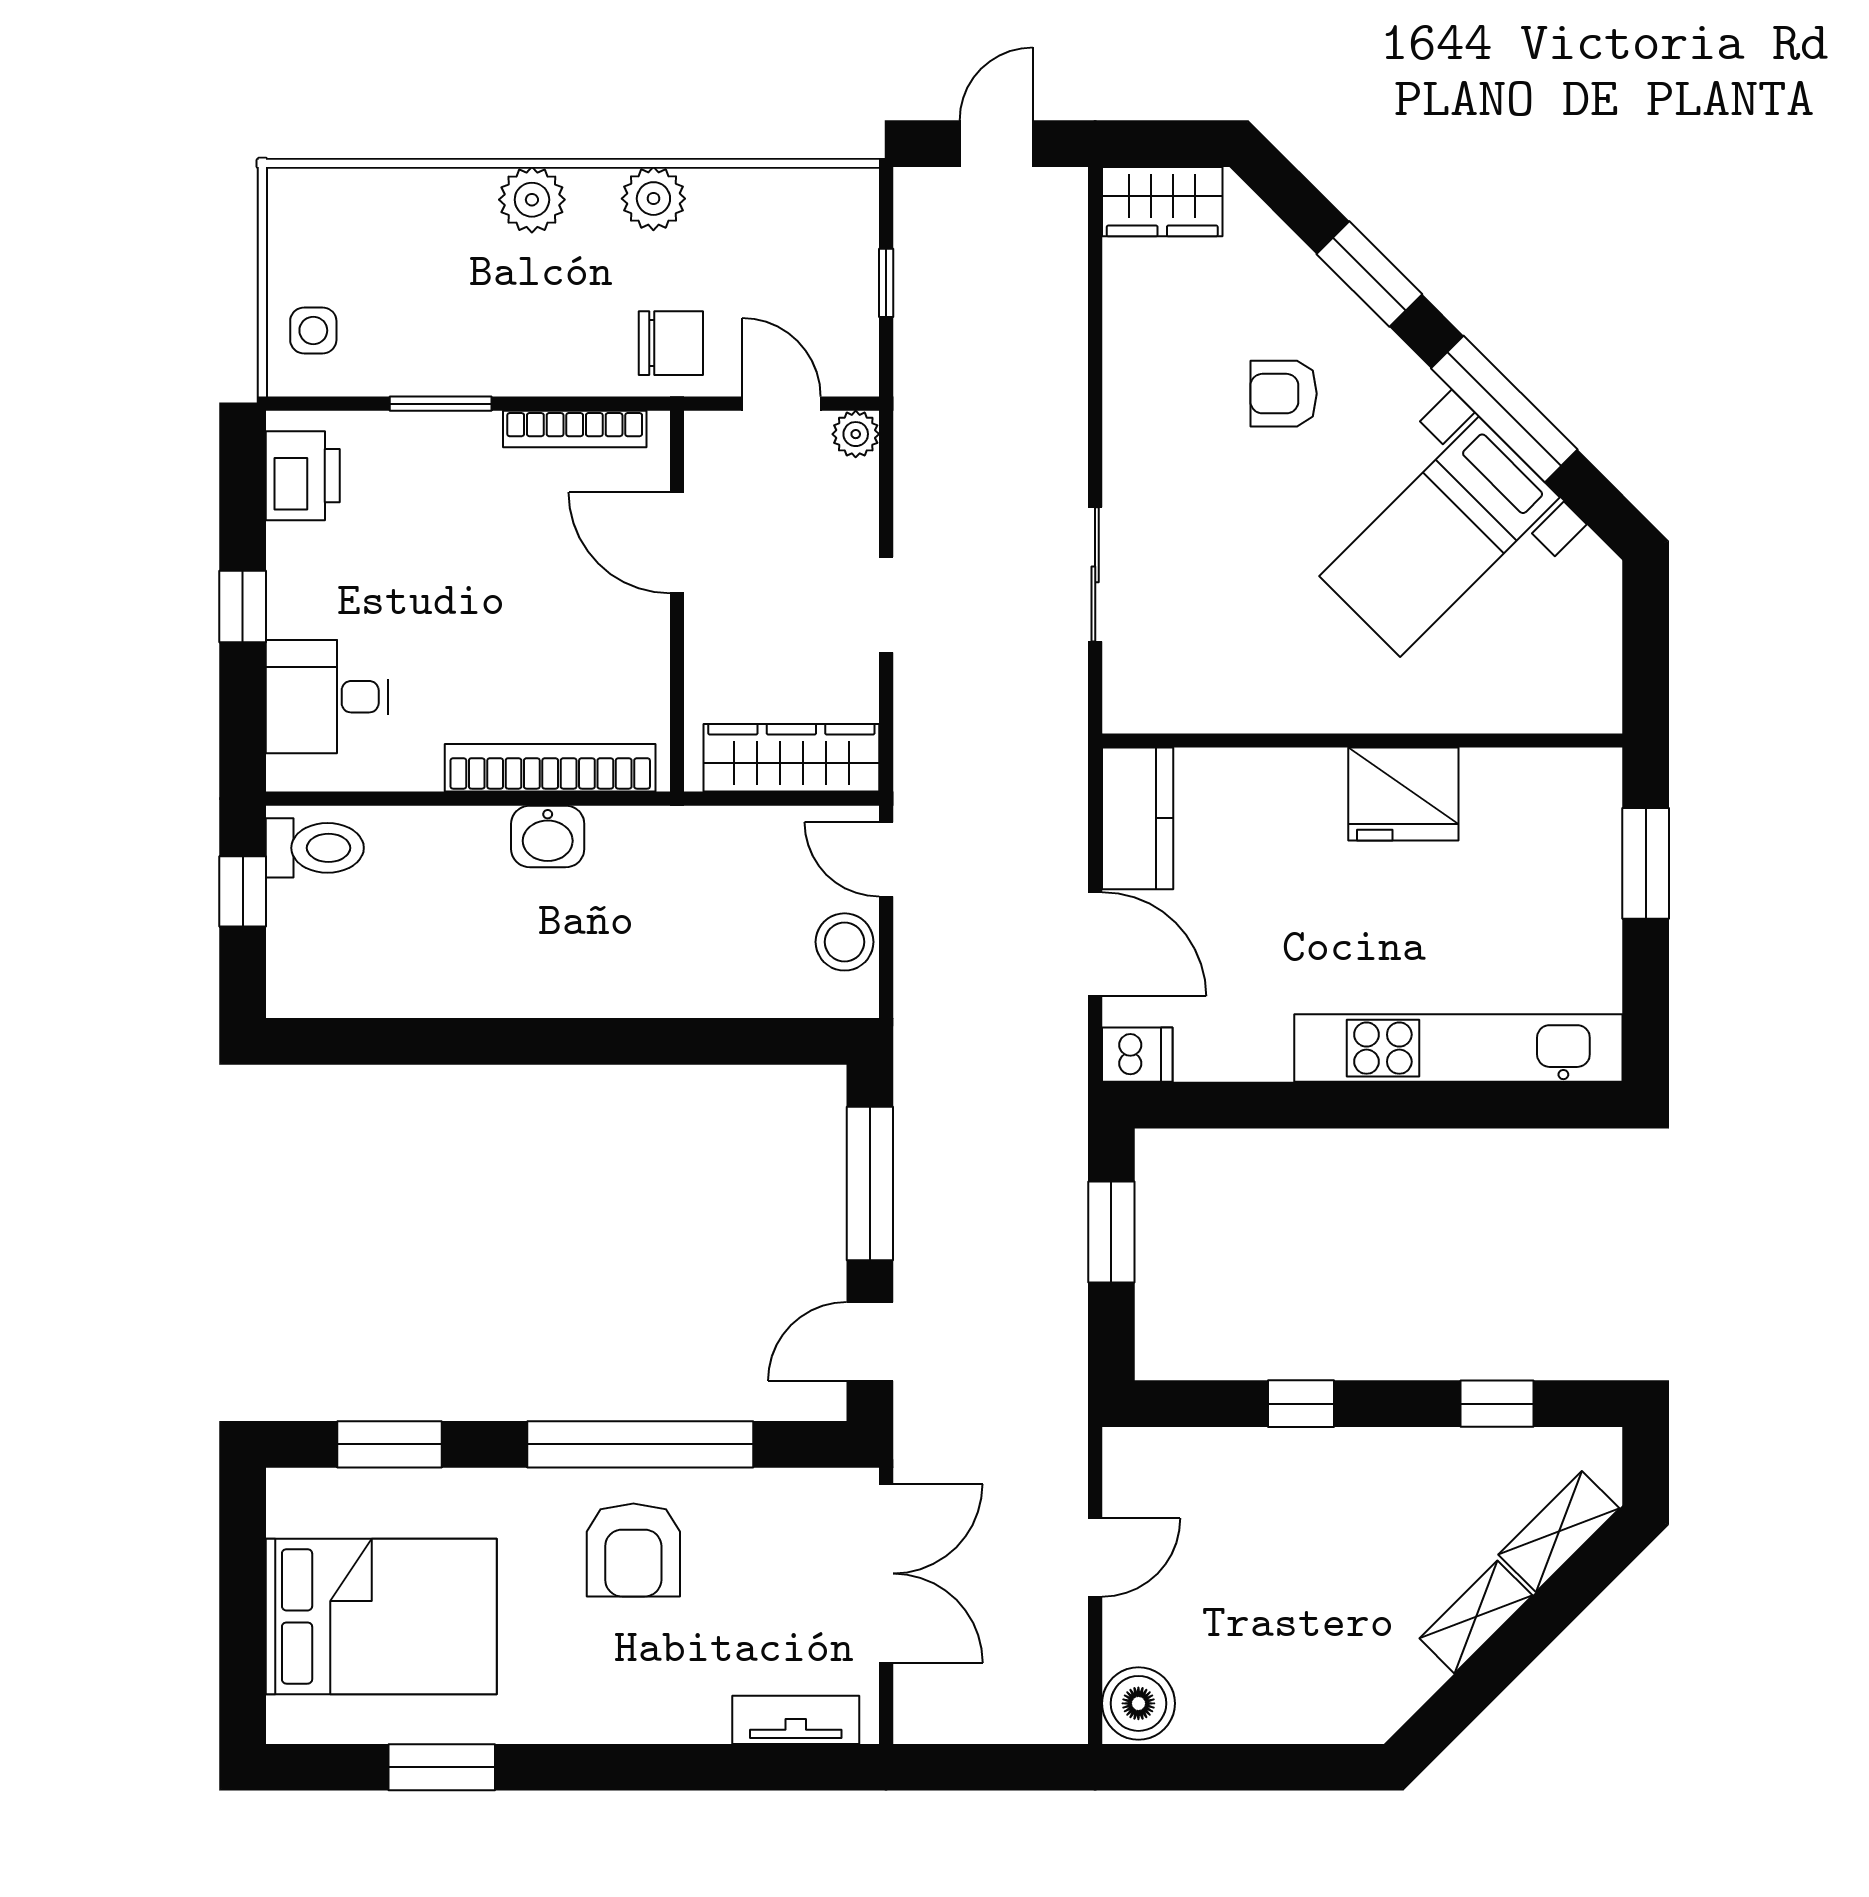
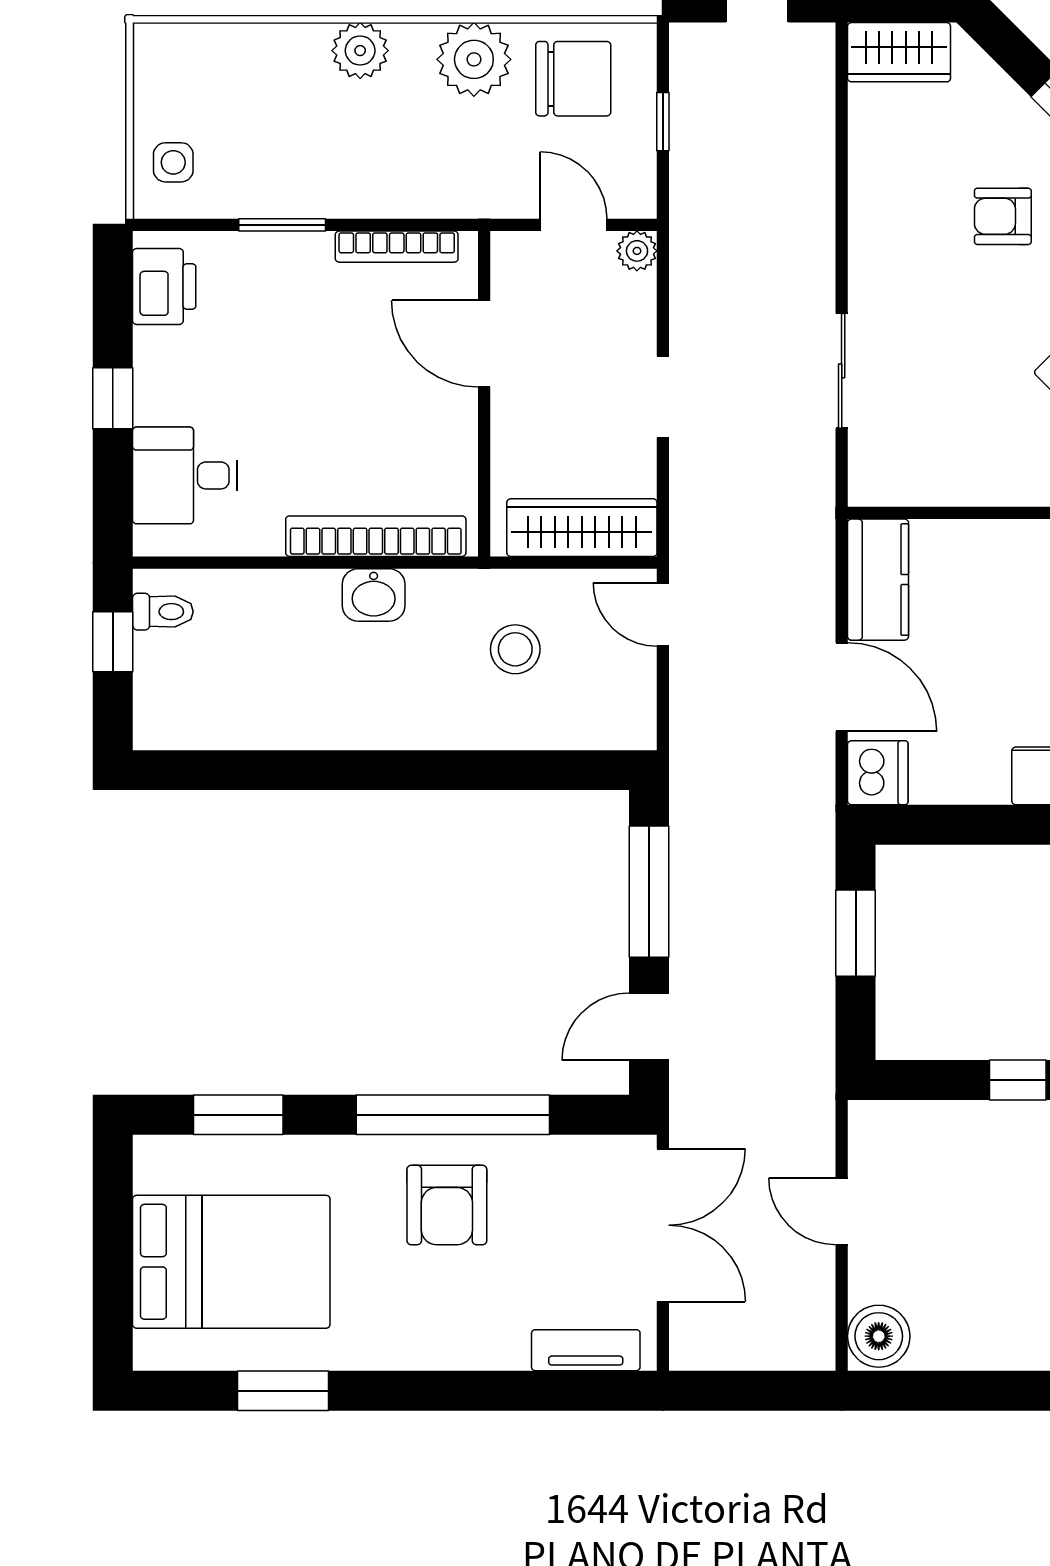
plant: (653, 199) -> (474, 59), width x1.36, depth x1.36
chair: (671, 343) -> (573, 79), moved, width x1.37, depth x1.37
toilet: (315, 848) -> (163, 612), width x0.73, depth x0.72
stool: (845, 942) -> (515, 649), moved
dishwasher: (1137, 1055) -> (878, 773), width x1.38
door: (1095, 1557) -> (842, 1211), swing flipped

